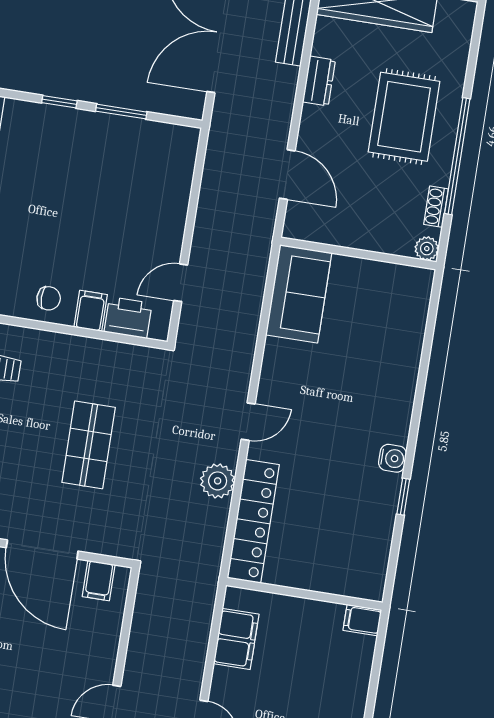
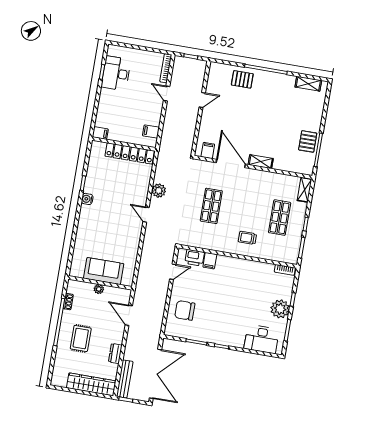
rug: (404, 117) -> (81, 338), width x0.73, depth x0.70
plant: (427, 249) -> (99, 289), moved
sofa: (299, 294) -> (104, 271), moved, turned 90
chair: (49, 298) -> (185, 310), moved, width x1.87, depth x1.87
door: (248, 422) -> (146, 215), hinge flipped
locker: (253, 521) -> (130, 153), moved, turned -90
filing cabinet: (236, 639) -> (151, 132), width x0.50

